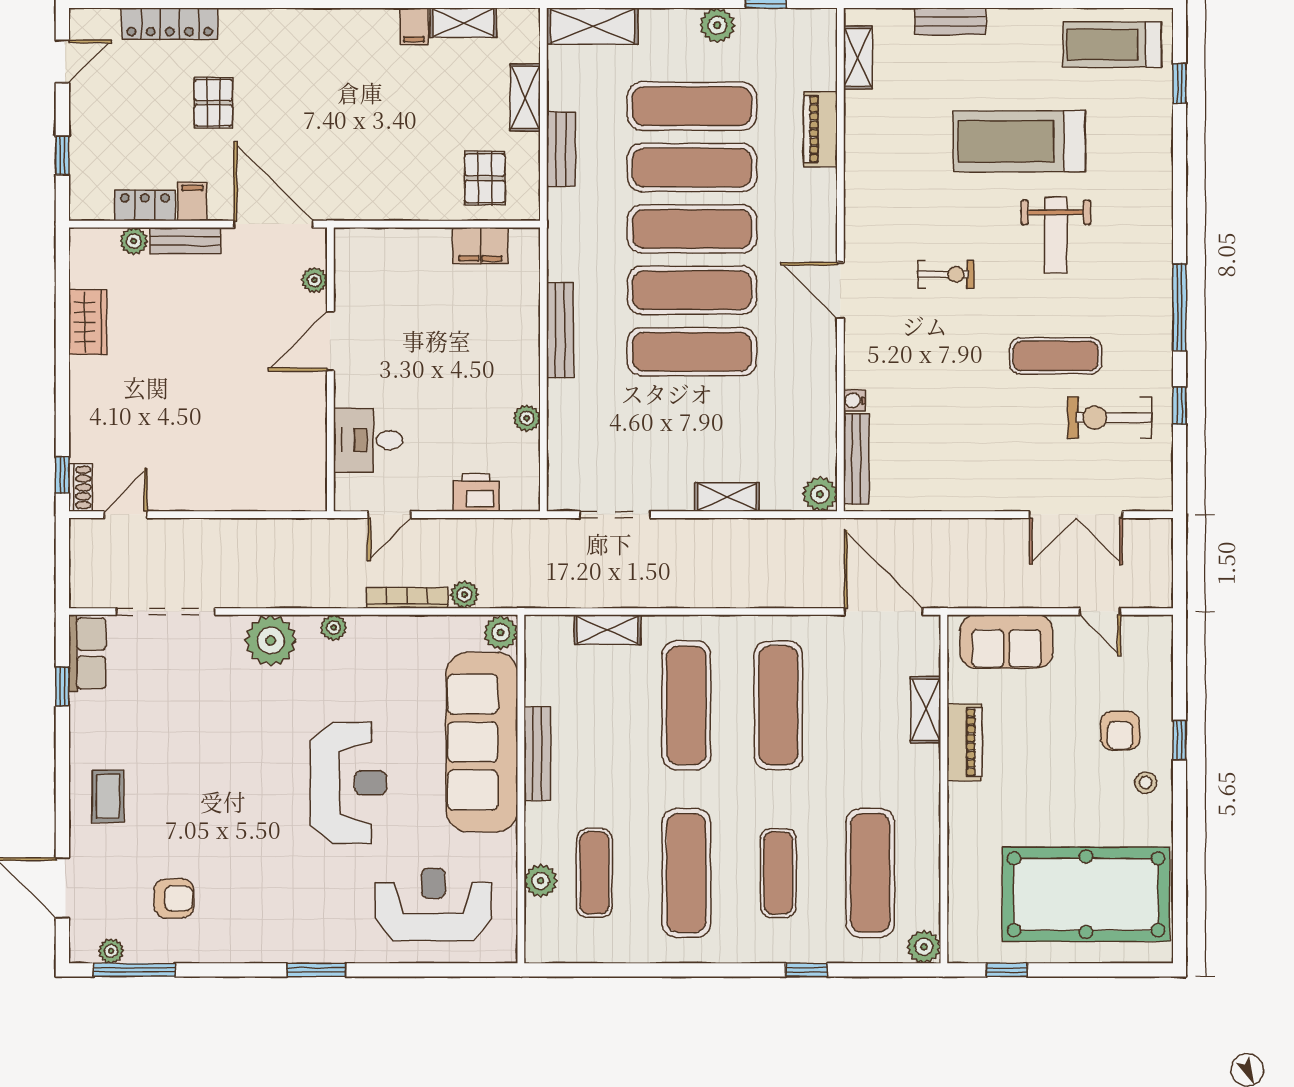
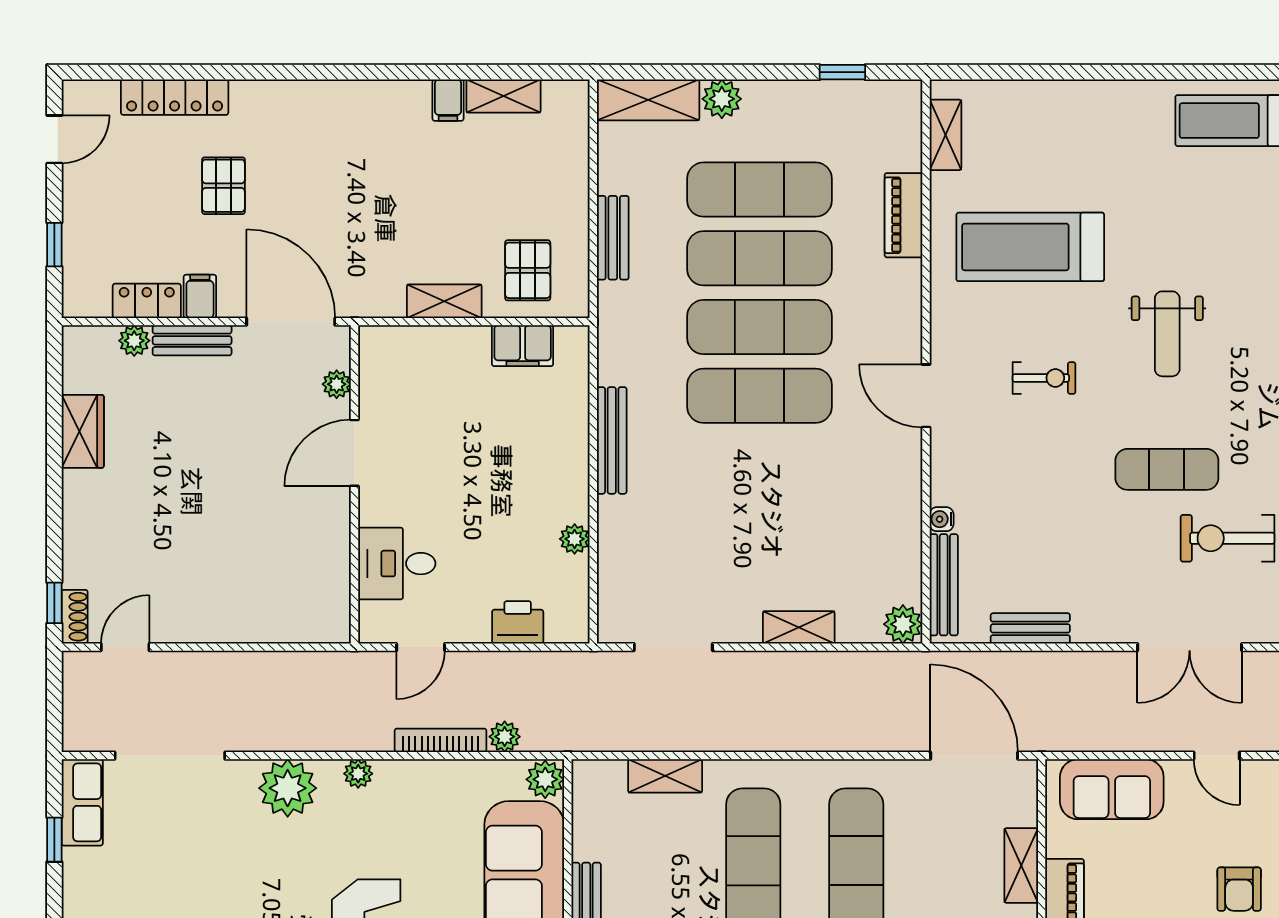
bench: (950, 21) -> (1030, 628), moved
plant: (717, 25) -> (722, 99), moved
shelving: (525, 98) -> (444, 301), moved, turned 90
treadmill: (1019, 141) -> (1030, 247), moved
exercise mat: (692, 352) -> (760, 465), removed

